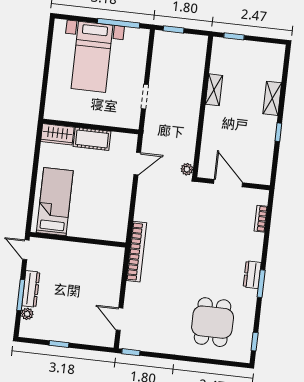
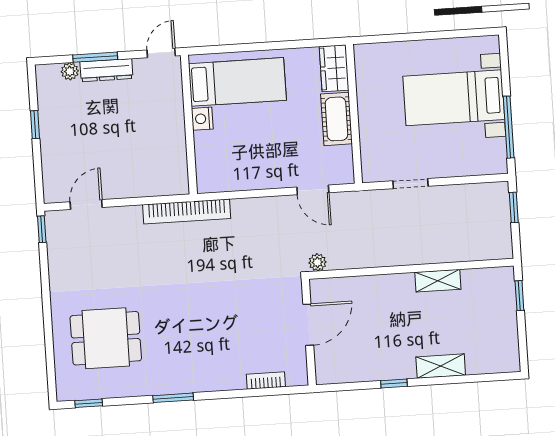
nightstand: (75, 230) -> (202, 119), added
dresser: (252, 275) -> (184, 383), removed

